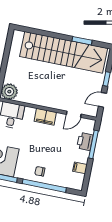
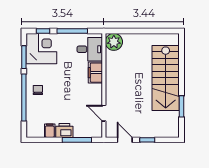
stairs: (64, 52) -> (166, 78), width x0.73
filing cabinet: (45, 117) -> (95, 73), moved
printer: (85, 142) -> (64, 130), moved

